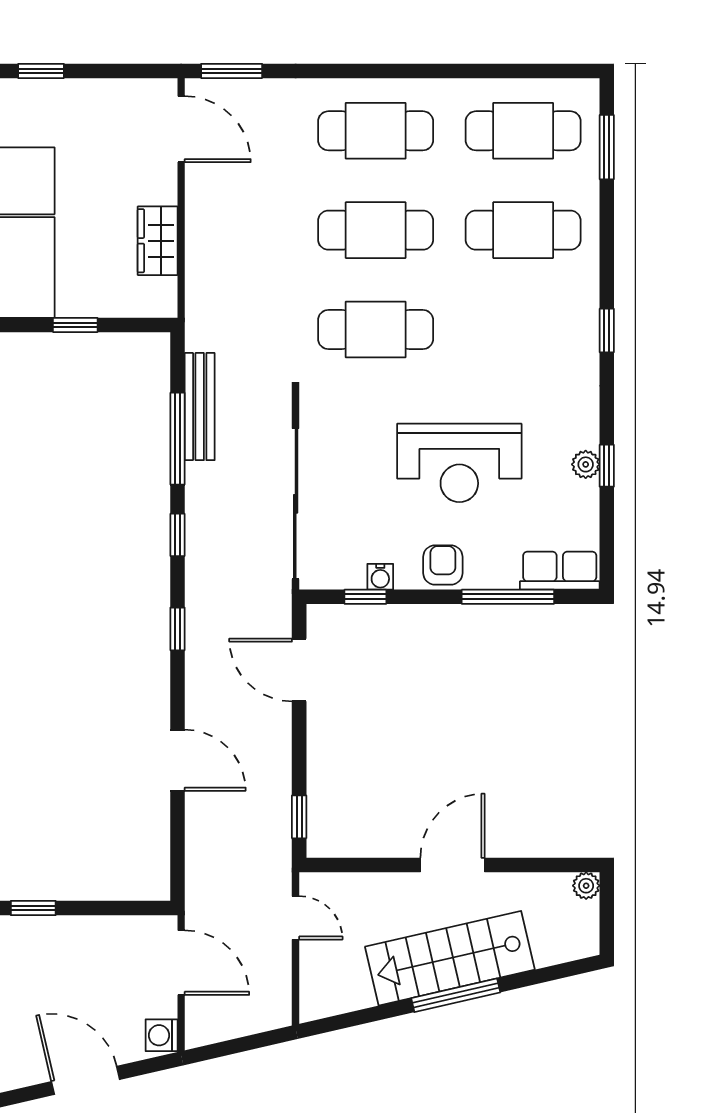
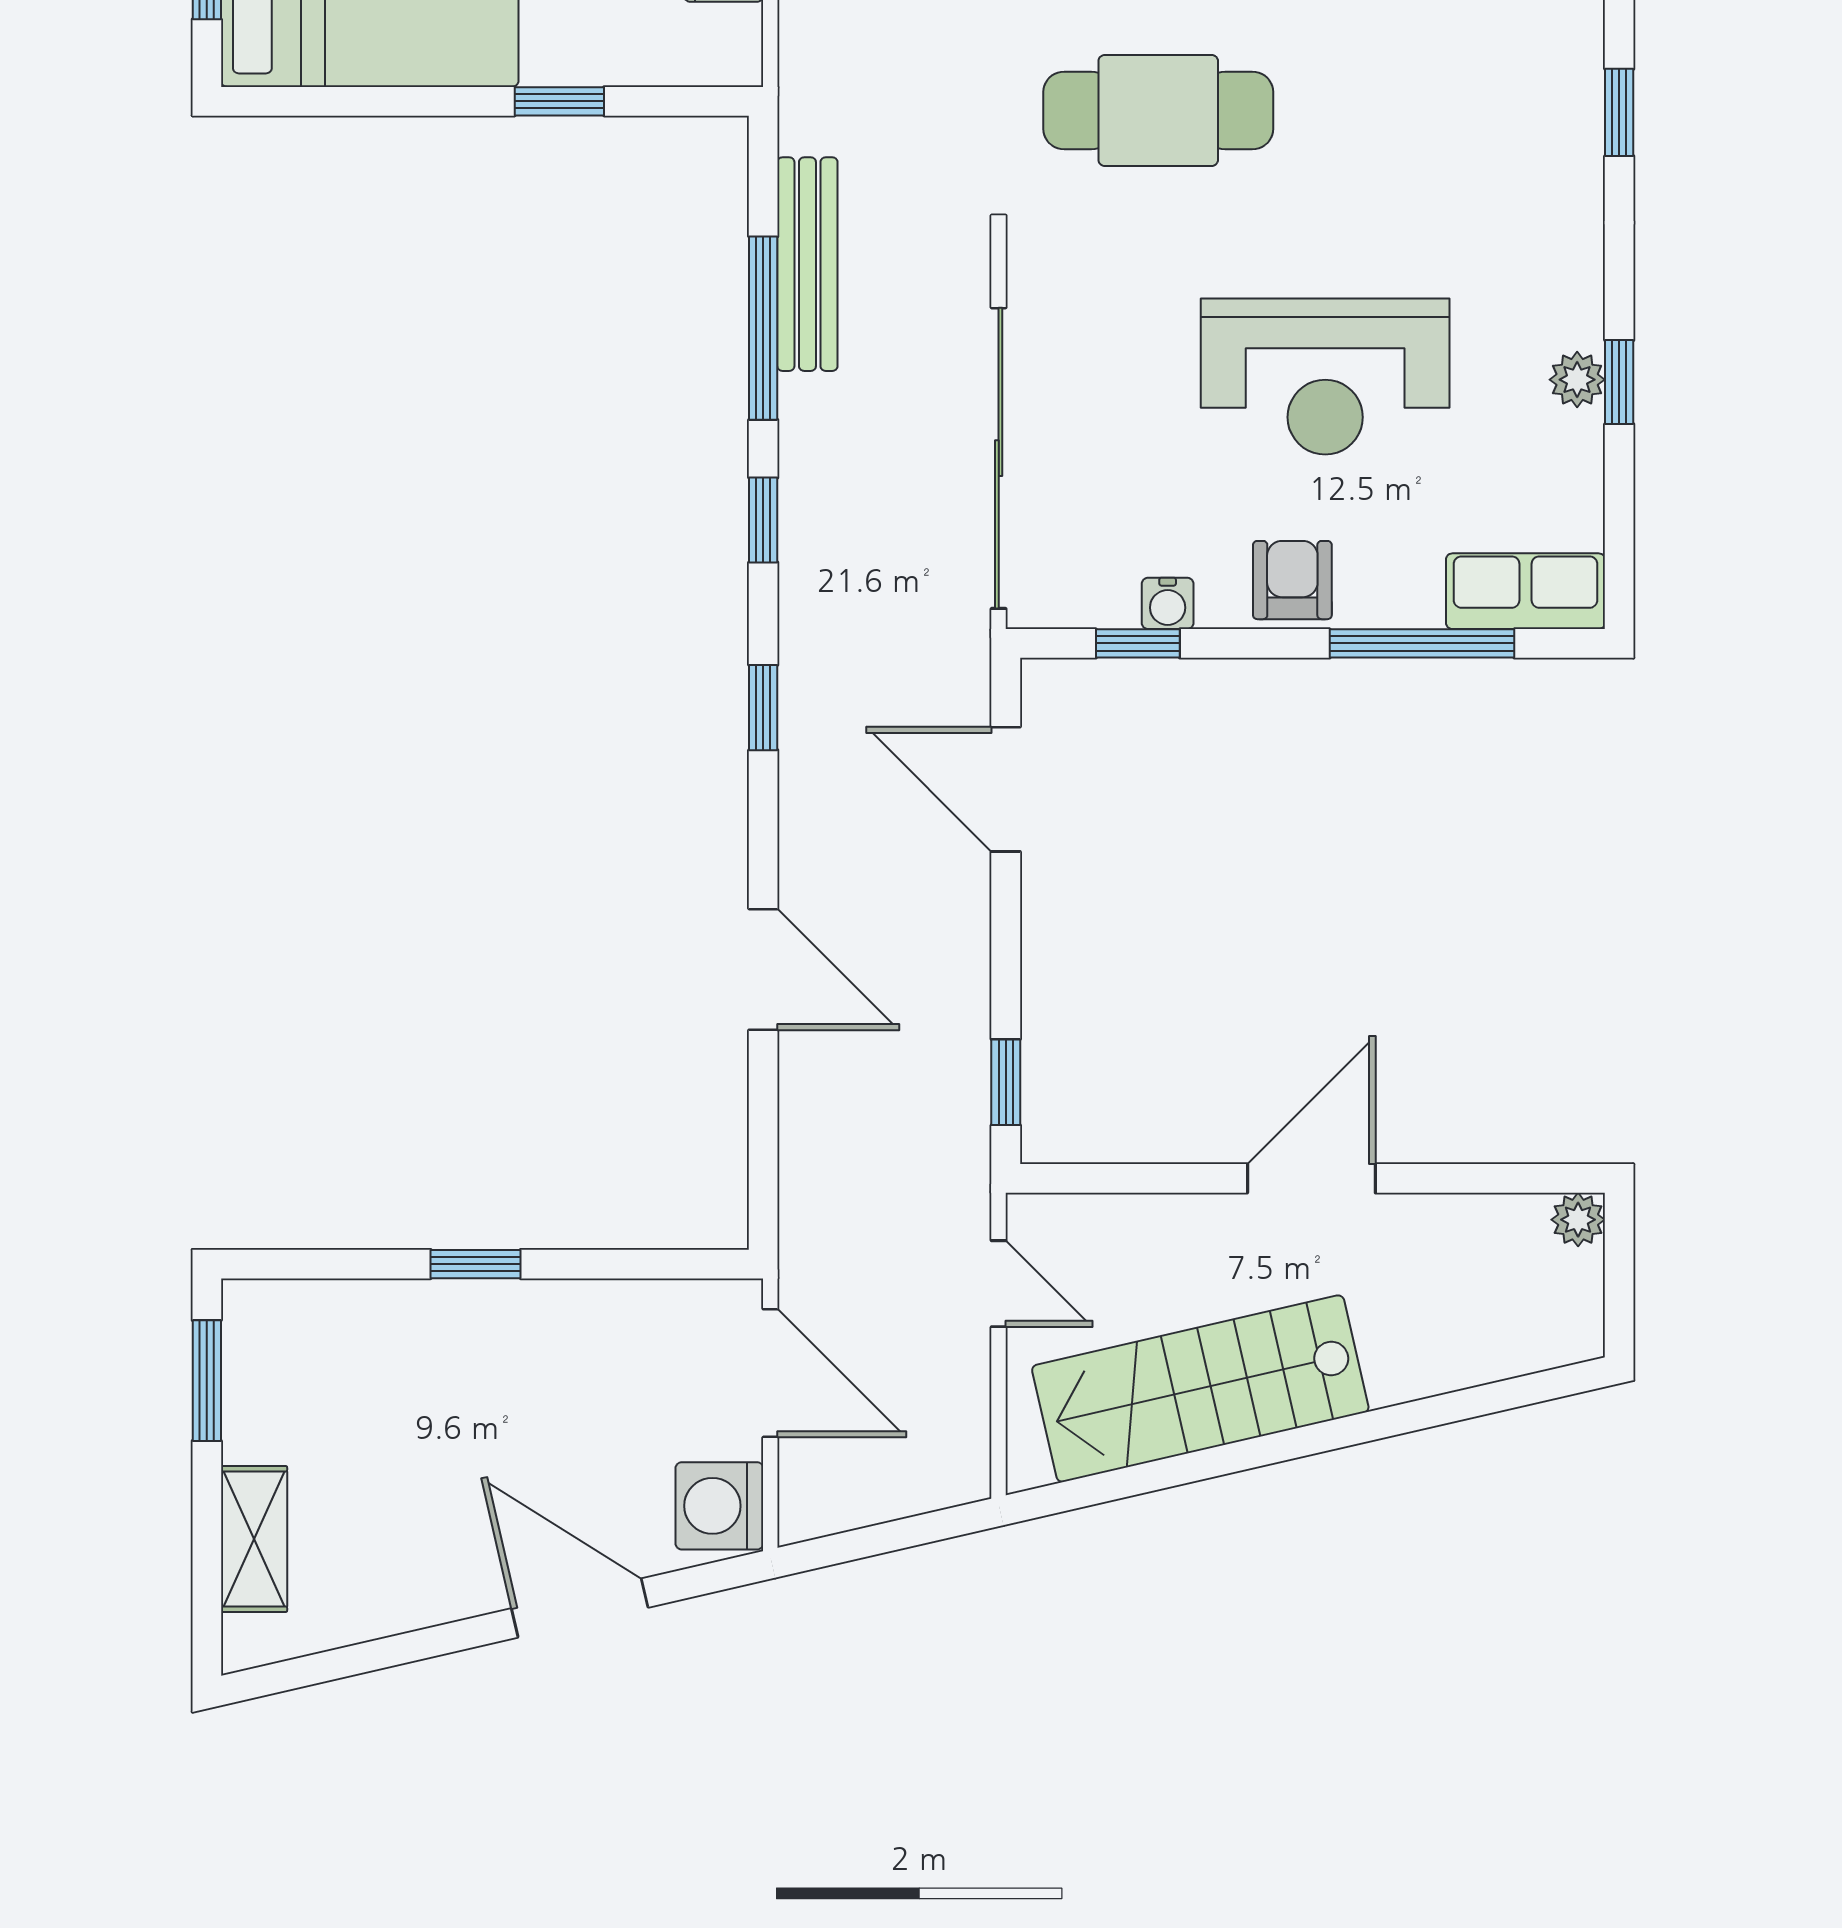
stairs: (450, 958) -> (1200, 1389), moved
window: (456, 995) -> (1318, 1438), removed
washing machine: (162, 1035) -> (719, 1506), width x1.38, depth x1.38

